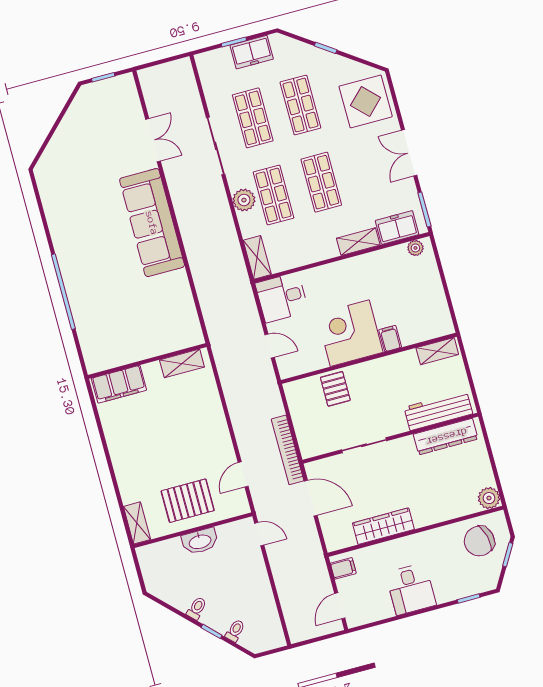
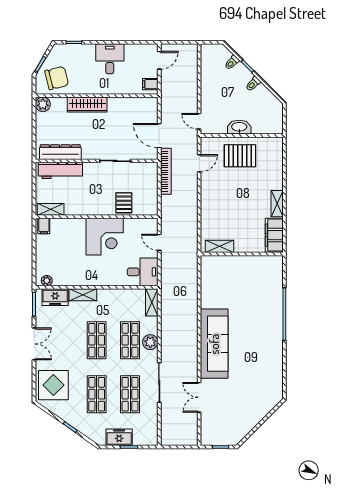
filing cabinet: (390, 339) -> (44, 226), moved
filing cabinet: (119, 384) -> (274, 235), moved, turned -90
shelving: (137, 523) -> (277, 204), moved
wardrobe: (383, 526) -> (87, 105), moved

